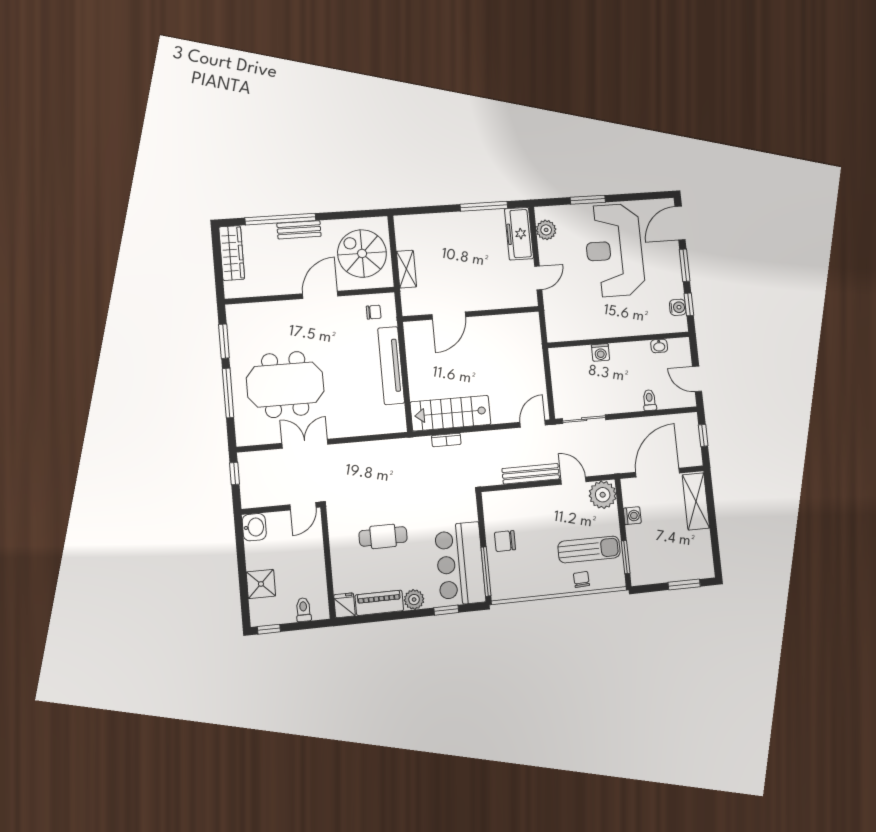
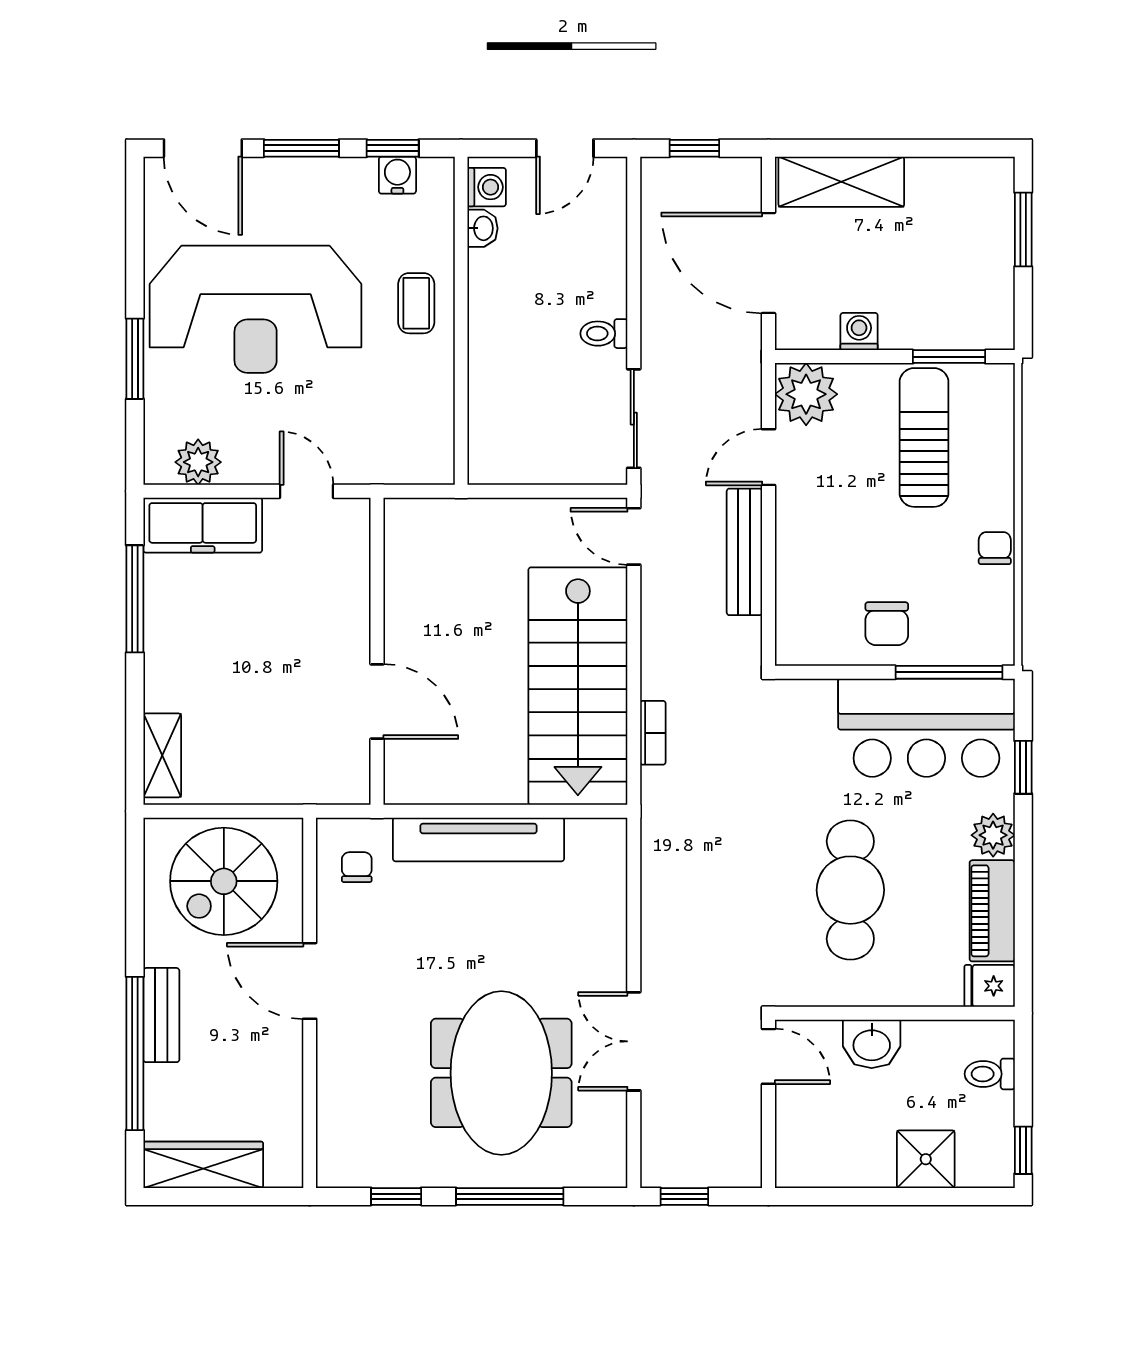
shelving: (406, 269) -> (162, 755), moved, turned 90
coffee table: (624, 320) -> (416, 303), added
window: (224, 341) -> (396, 1196), width x0.67
washing machine: (601, 352) -> (487, 187), moved
toilet: (649, 400) -> (604, 334), moved
stairs: (451, 413) -> (578, 686), width x1.36, depth x1.51
washbasin: (254, 527) -> (872, 1044), moved, turned 180
cafe table: (383, 536) -> (850, 890), width x1.37, depth x1.35
chair: (581, 579) -> (995, 548), moved, turned 93

